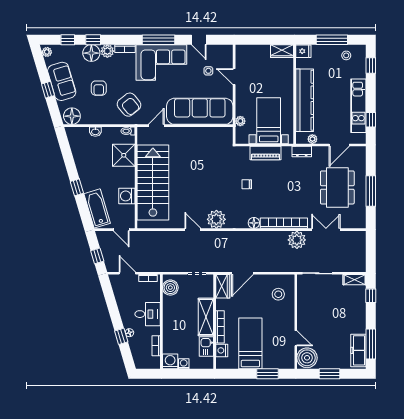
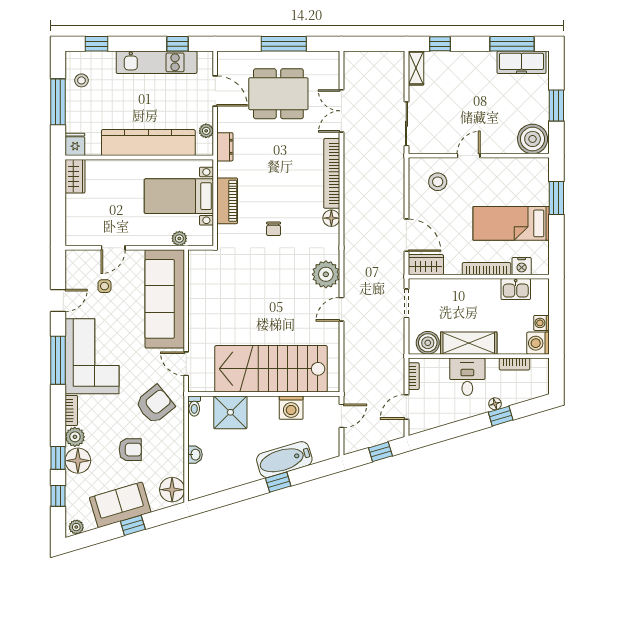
bathtub: (97, 208) -> (284, 460), moved
plant: (297, 240) -> (357, 154), removed
shelving: (206, 317) -> (469, 343), moved
door: (296, 338) -> (469, 156), moved

